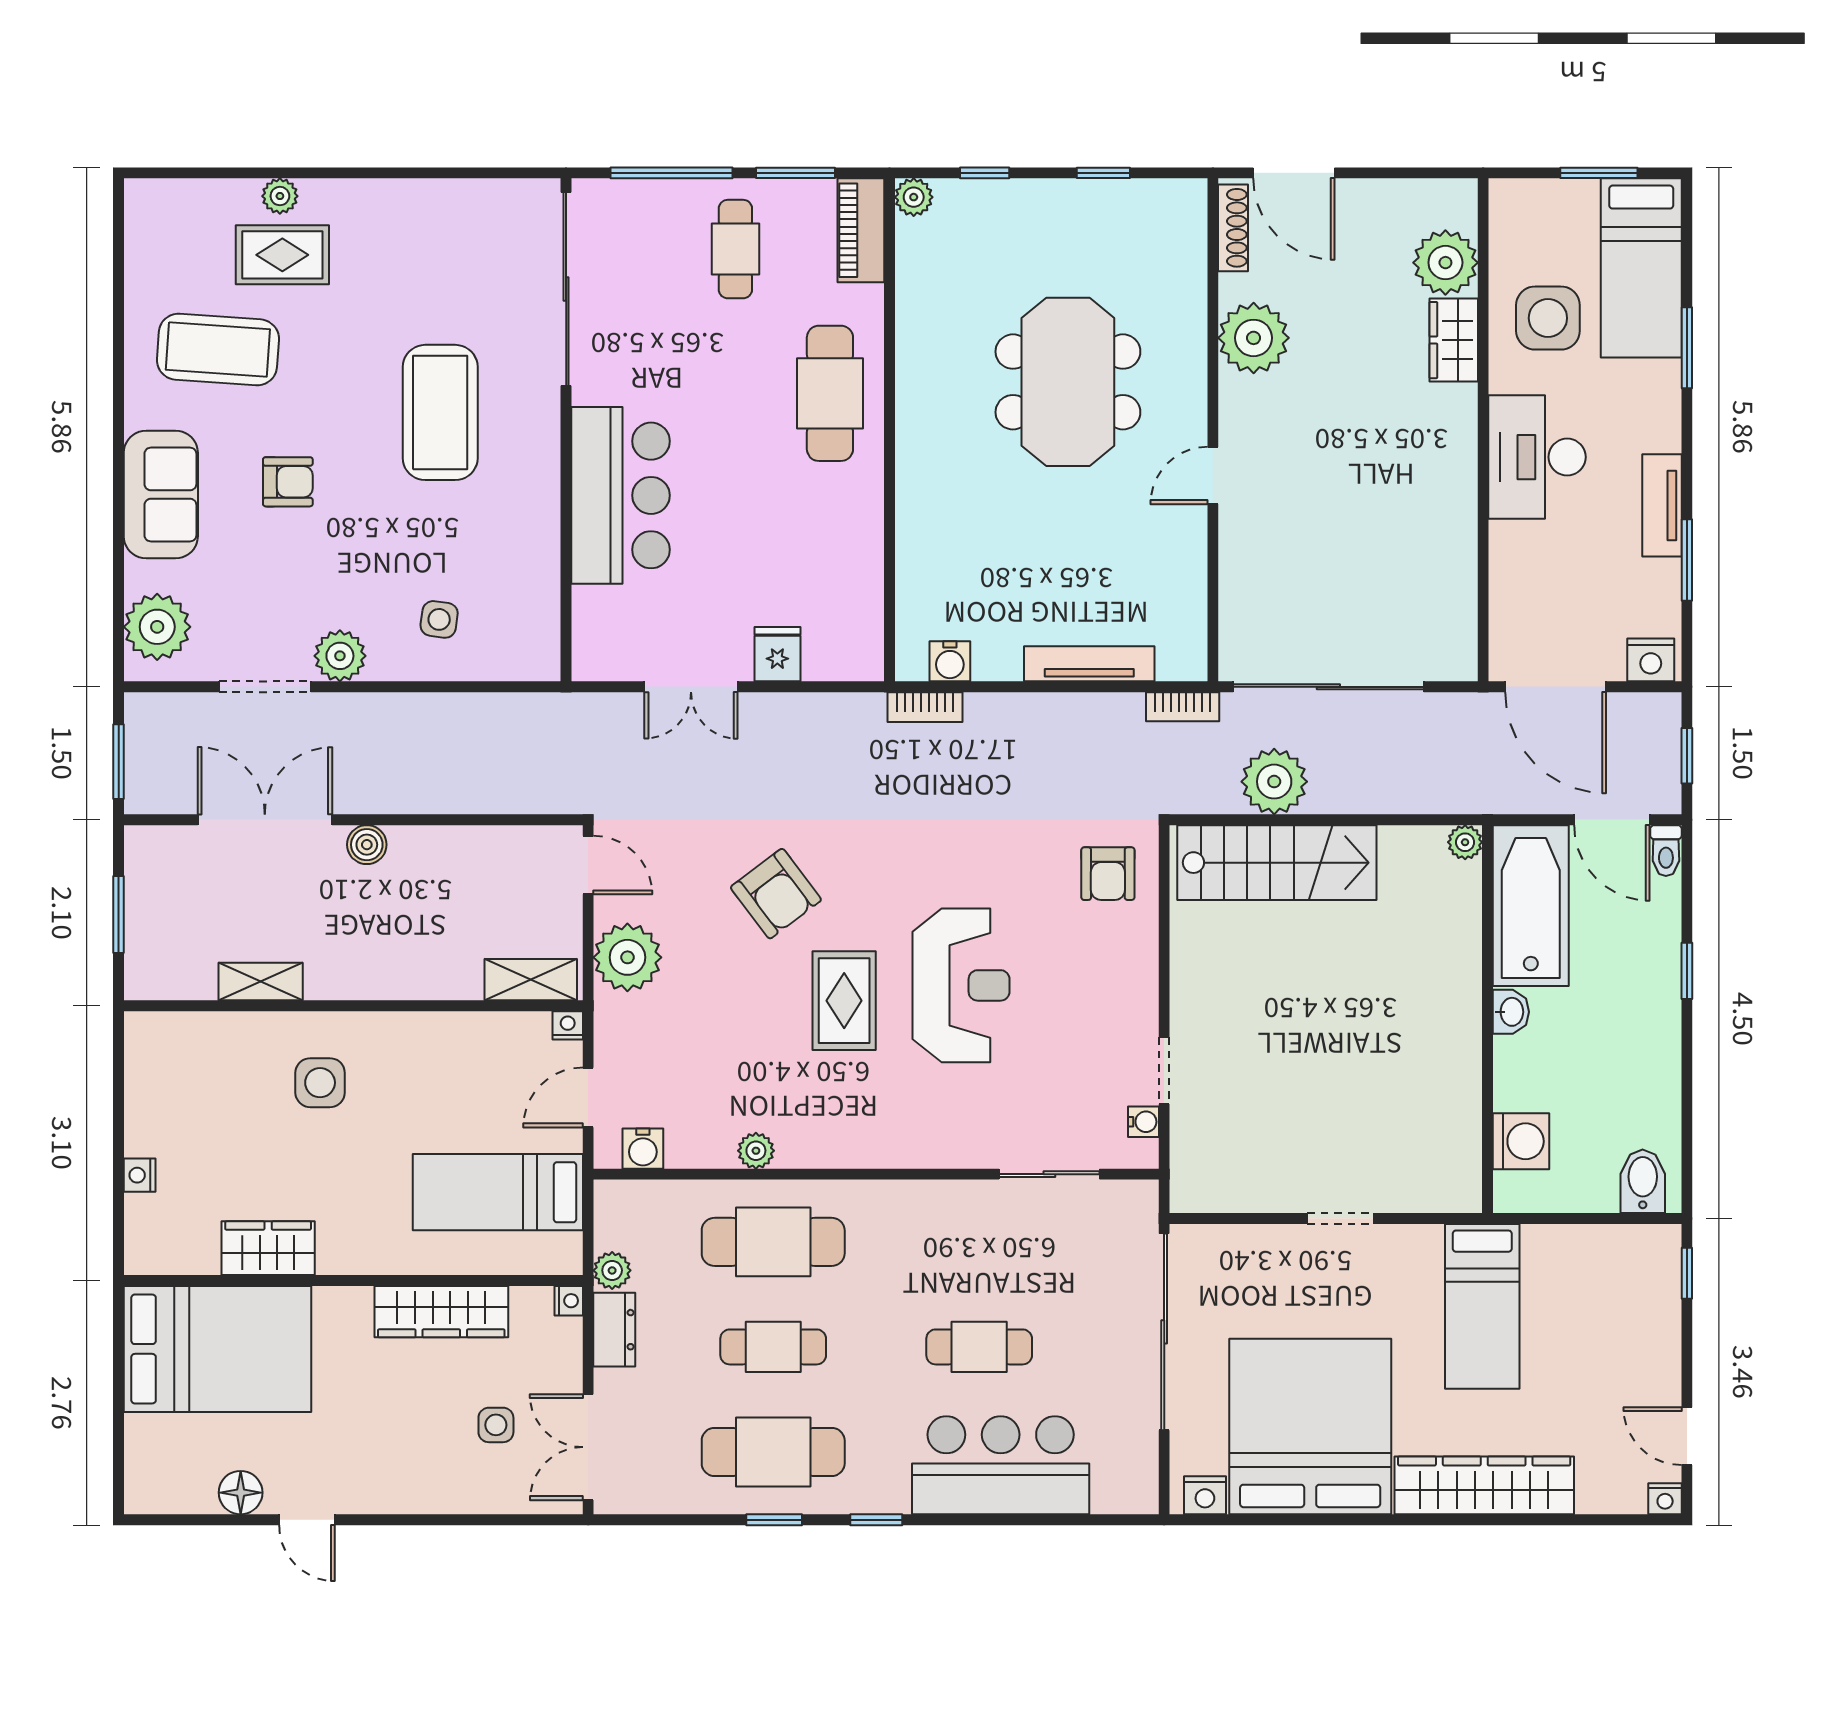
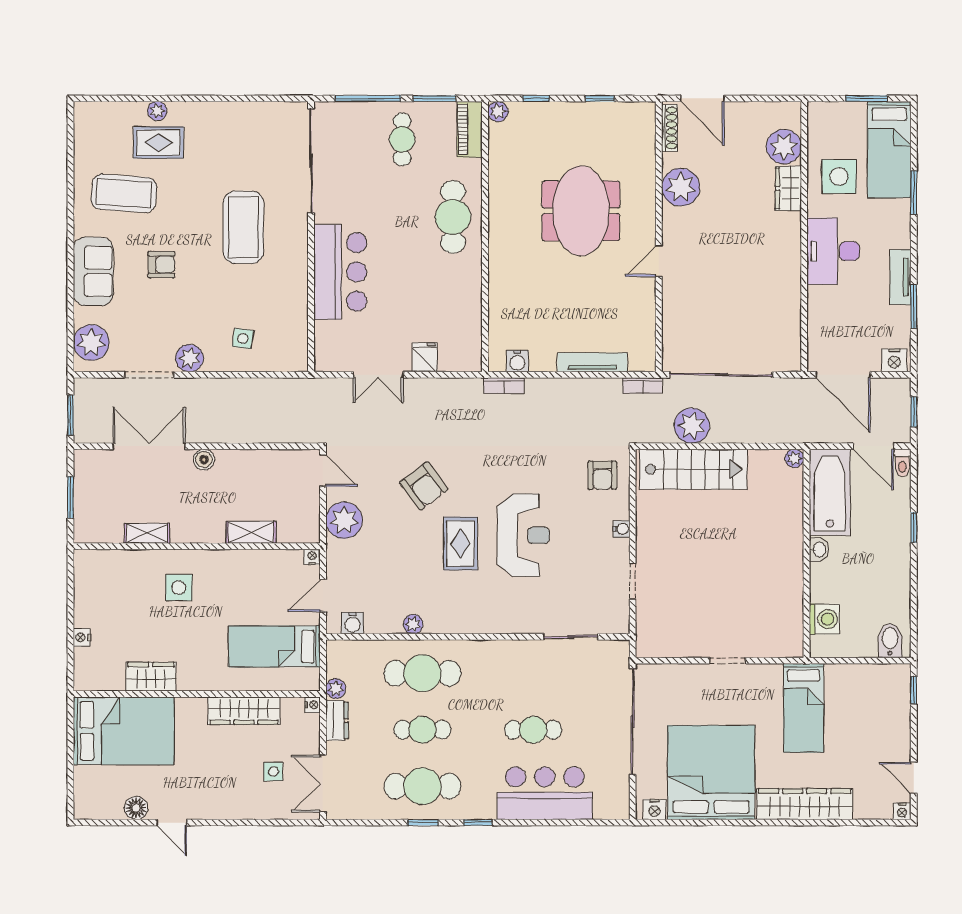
shelving: (531, 980) -> (251, 532), moved
water cooler: (1144, 1122) -> (622, 529), moved

